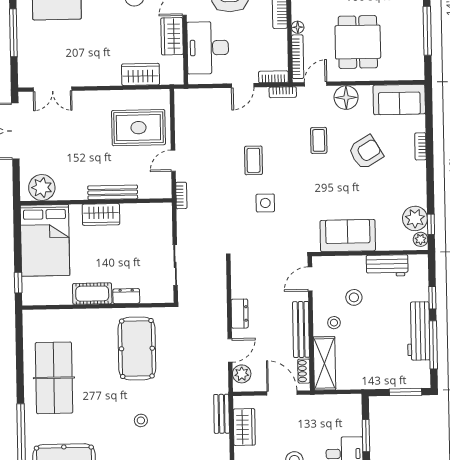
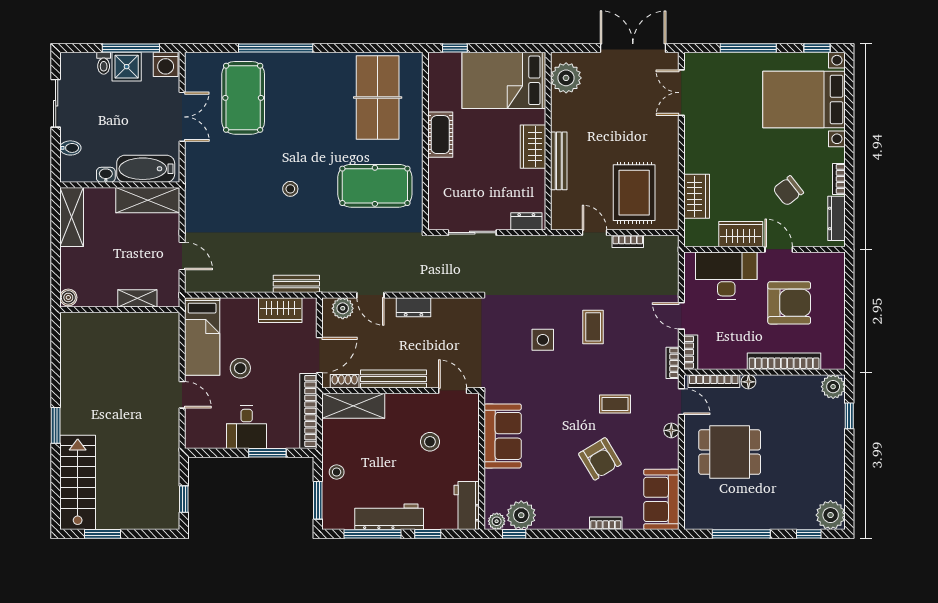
floor lamp: (346, 98) -> (671, 430), width x0.53, depth x0.53
coffee table: (253, 160) -> (593, 327), turned 90
bookcase: (181, 195) -> (628, 241), moved
workbench: (387, 266) -> (467, 505), moved
dresser: (126, 296) -> (526, 221), moved, turned -90
stool: (334, 323) -> (337, 472), moved
table tennis table: (54, 378) -> (378, 98), moved, turned 90
bookcase: (330, 401) -> (308, 411), added

